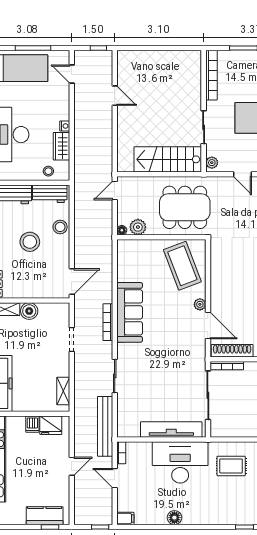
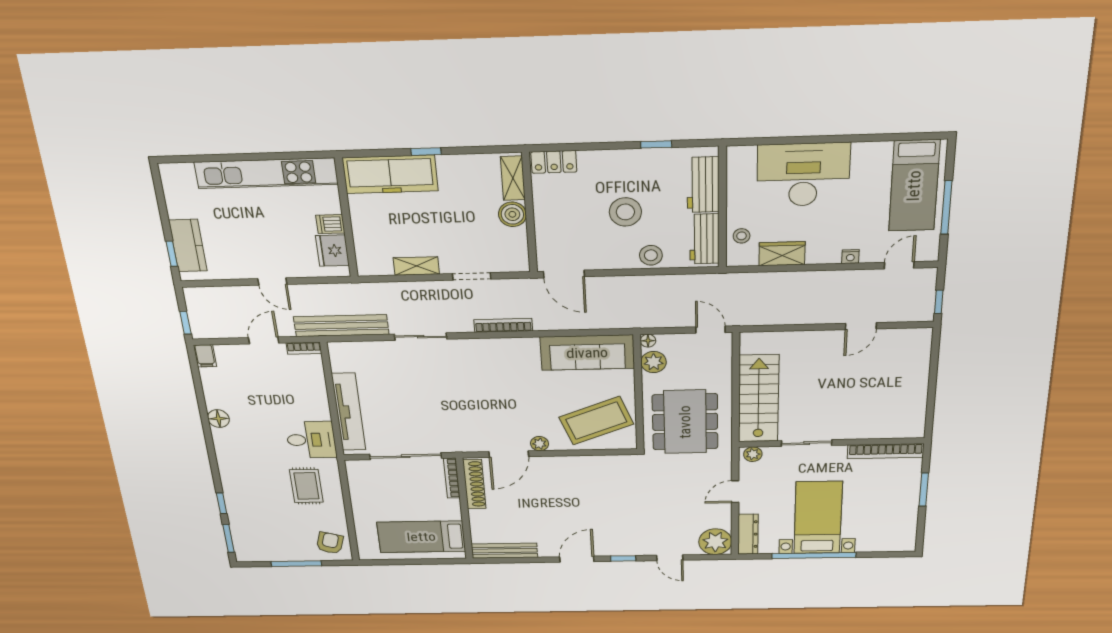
nightstand: (65, 126) -> (850, 257), moved
sofa: (130, 312) -> (587, 353), moved
shelving: (63, 391) -> (416, 266), moved
desk: (180, 462) -> (311, 440), width x0.53, depth x0.77

